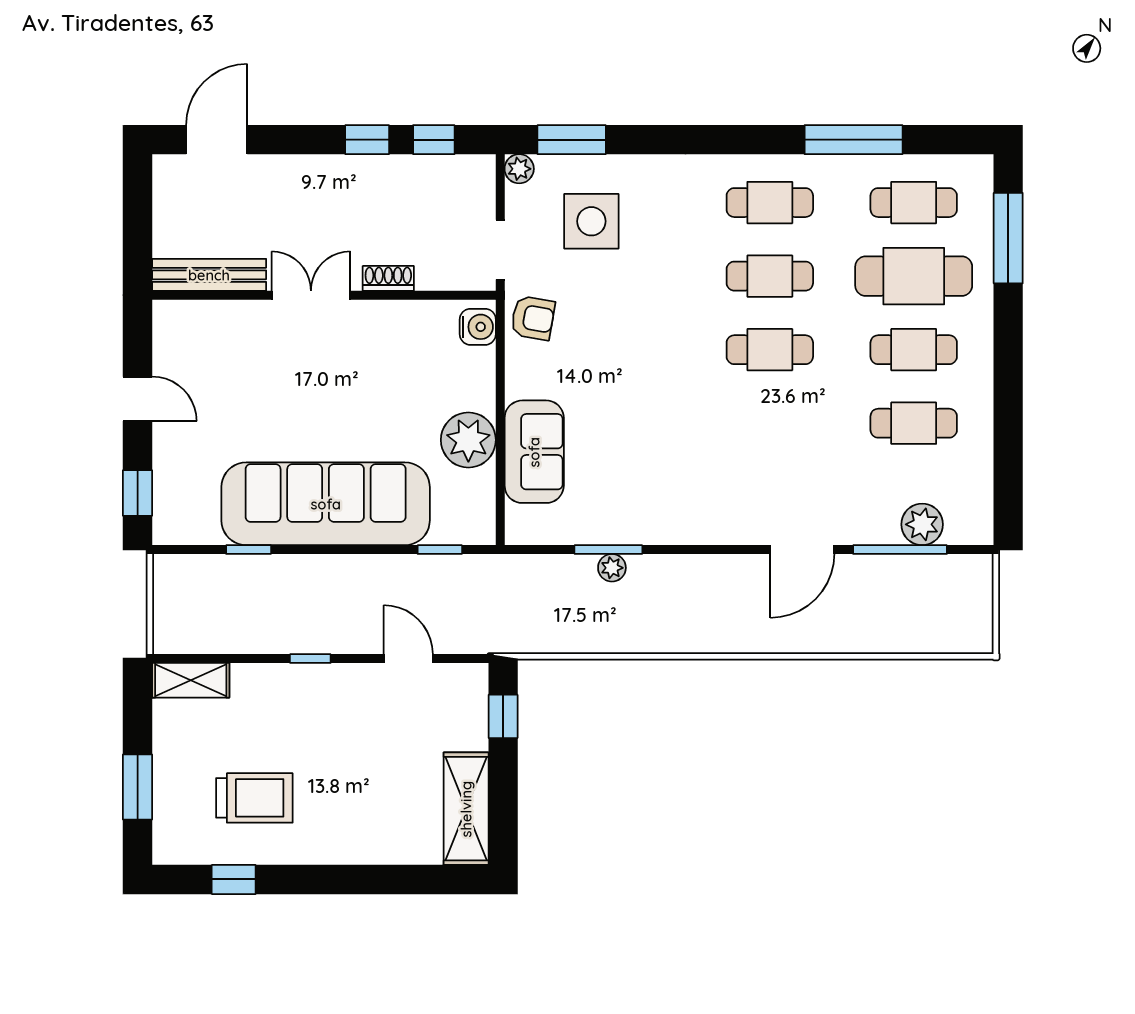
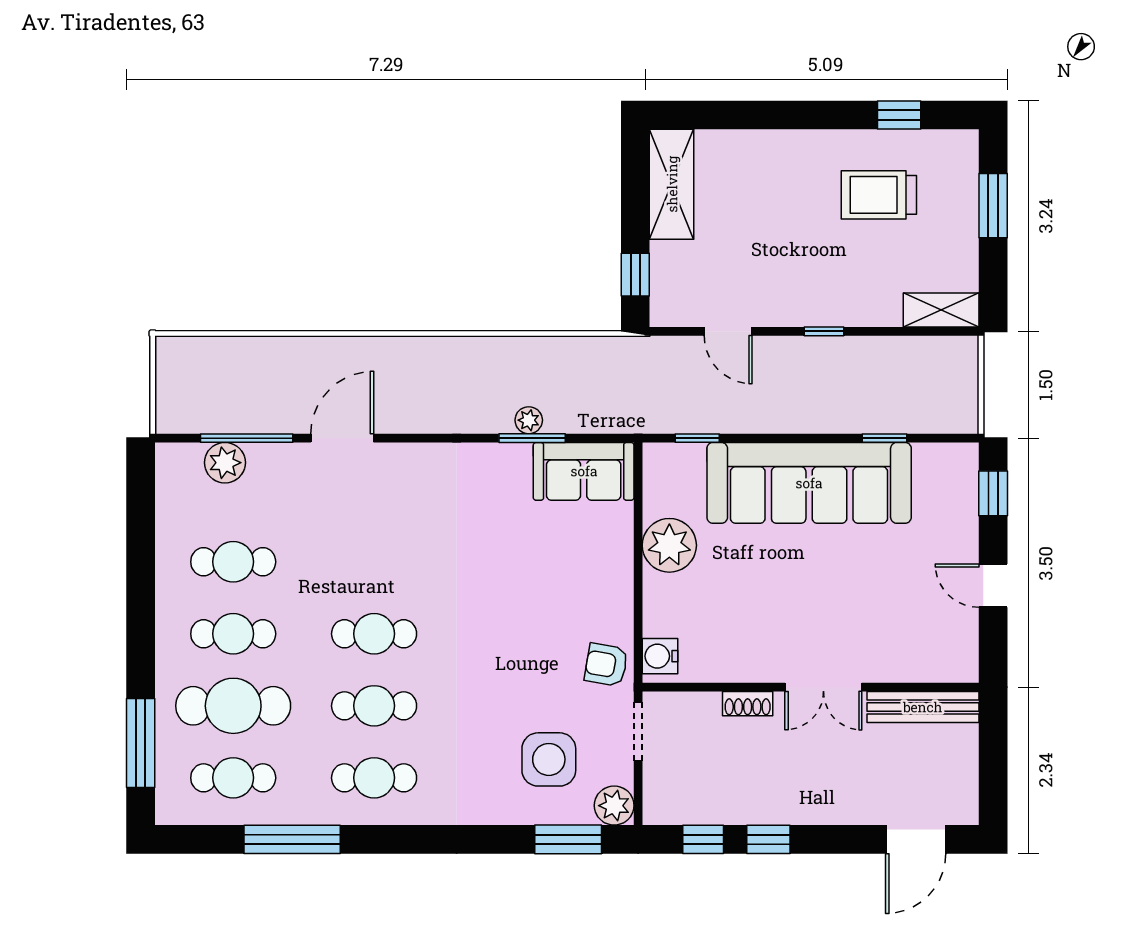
plant: (519, 169) -> (614, 806), width x1.38, depth x1.38
sofa: (534, 452) -> (584, 471), moved, turned -90

